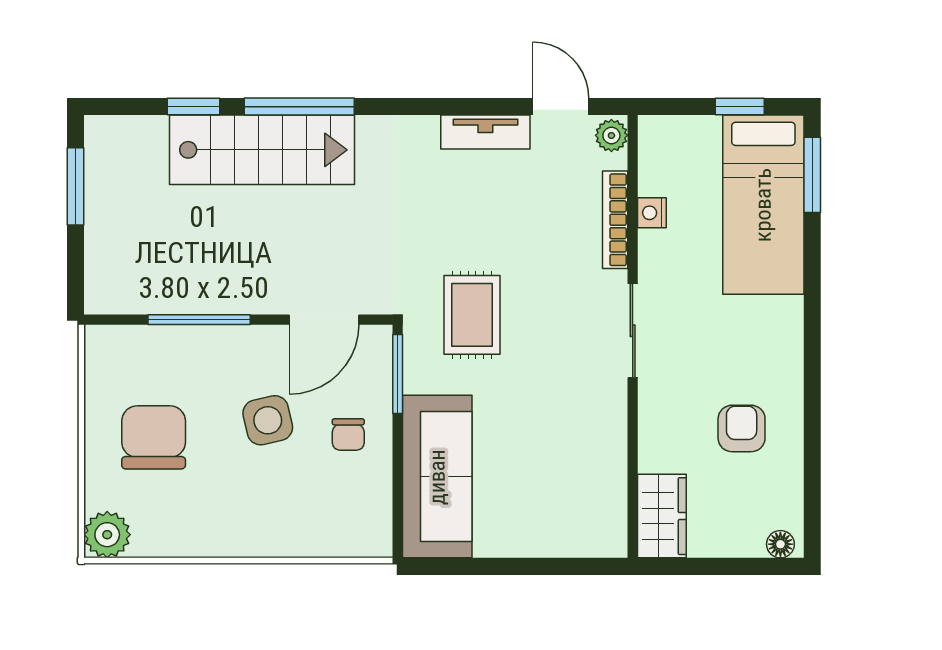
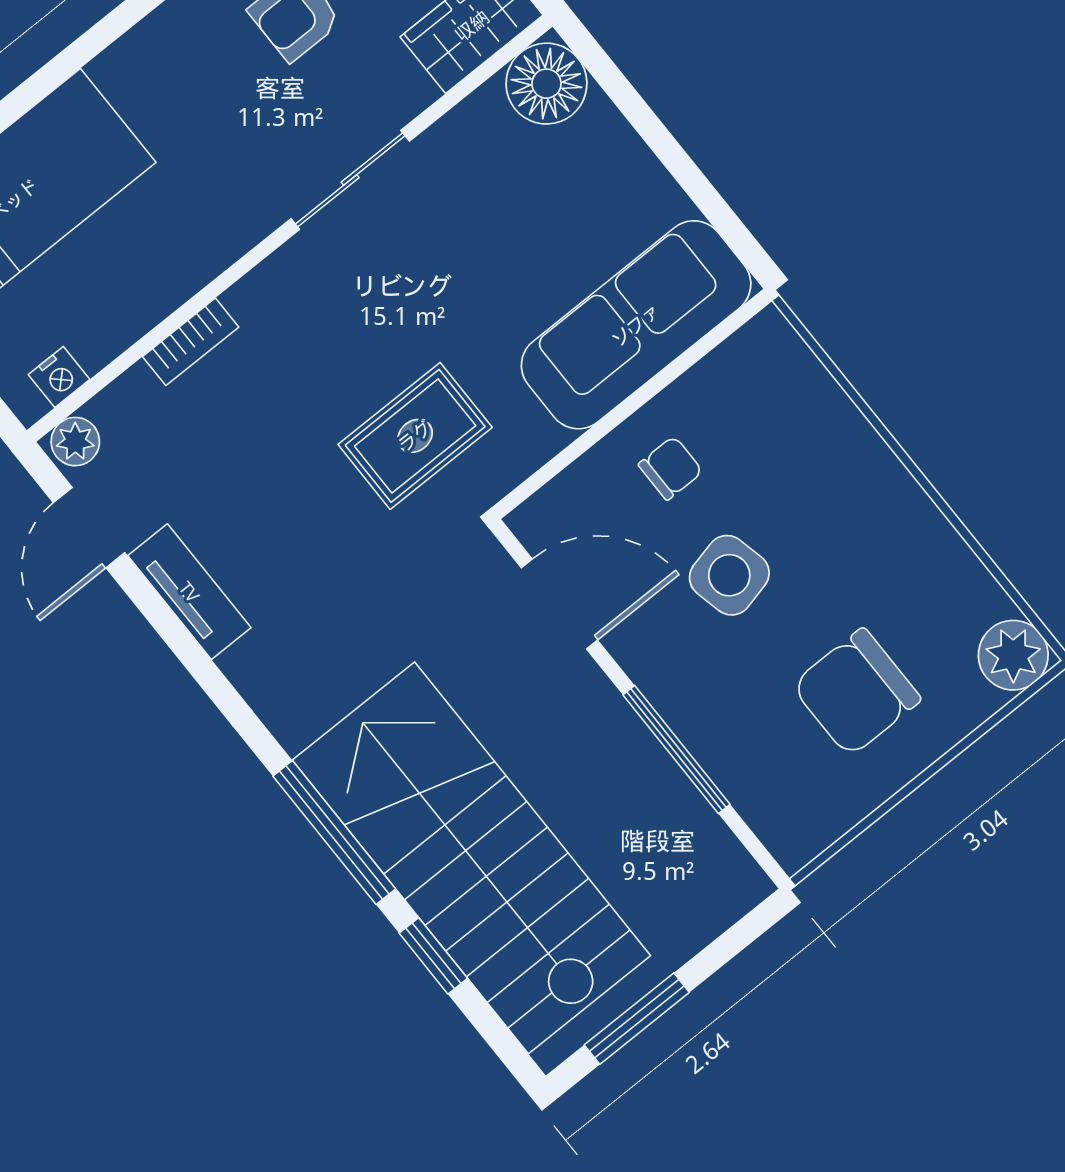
stairs: (262, 150) -> (471, 858), width x1.36, depth x1.51
nightstand: (652, 213) -> (59, 377), moved
bookcase: (615, 220) -> (191, 342), width x0.64
sliding door: (633, 331) -> (350, 180), moved
window: (398, 374) -> (554, 467), removed
floor lamp: (601, 531) -> (546, 84), added

